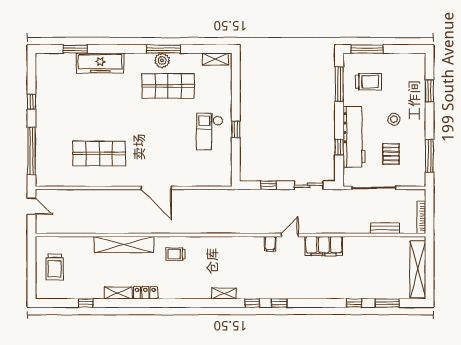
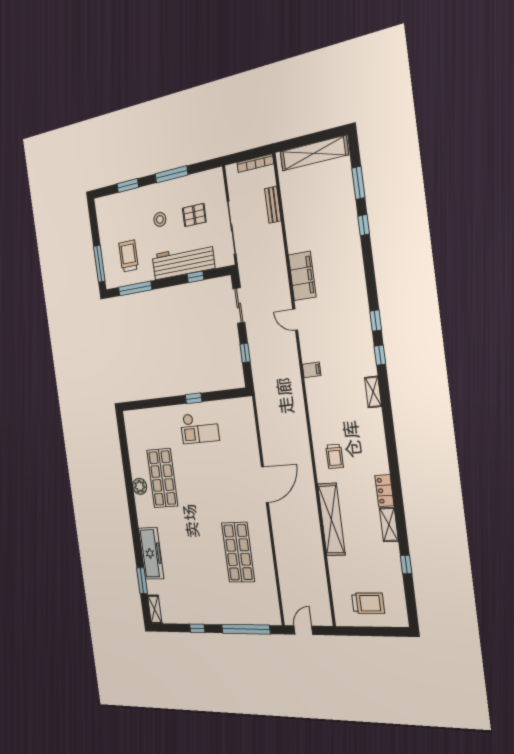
window: (163, 49) -> (129, 485), removed
shelving: (215, 59) -> (155, 609), moved
window: (429, 156) -> (172, 174), moved
filing cabinet: (270, 244) -> (312, 370), moved

